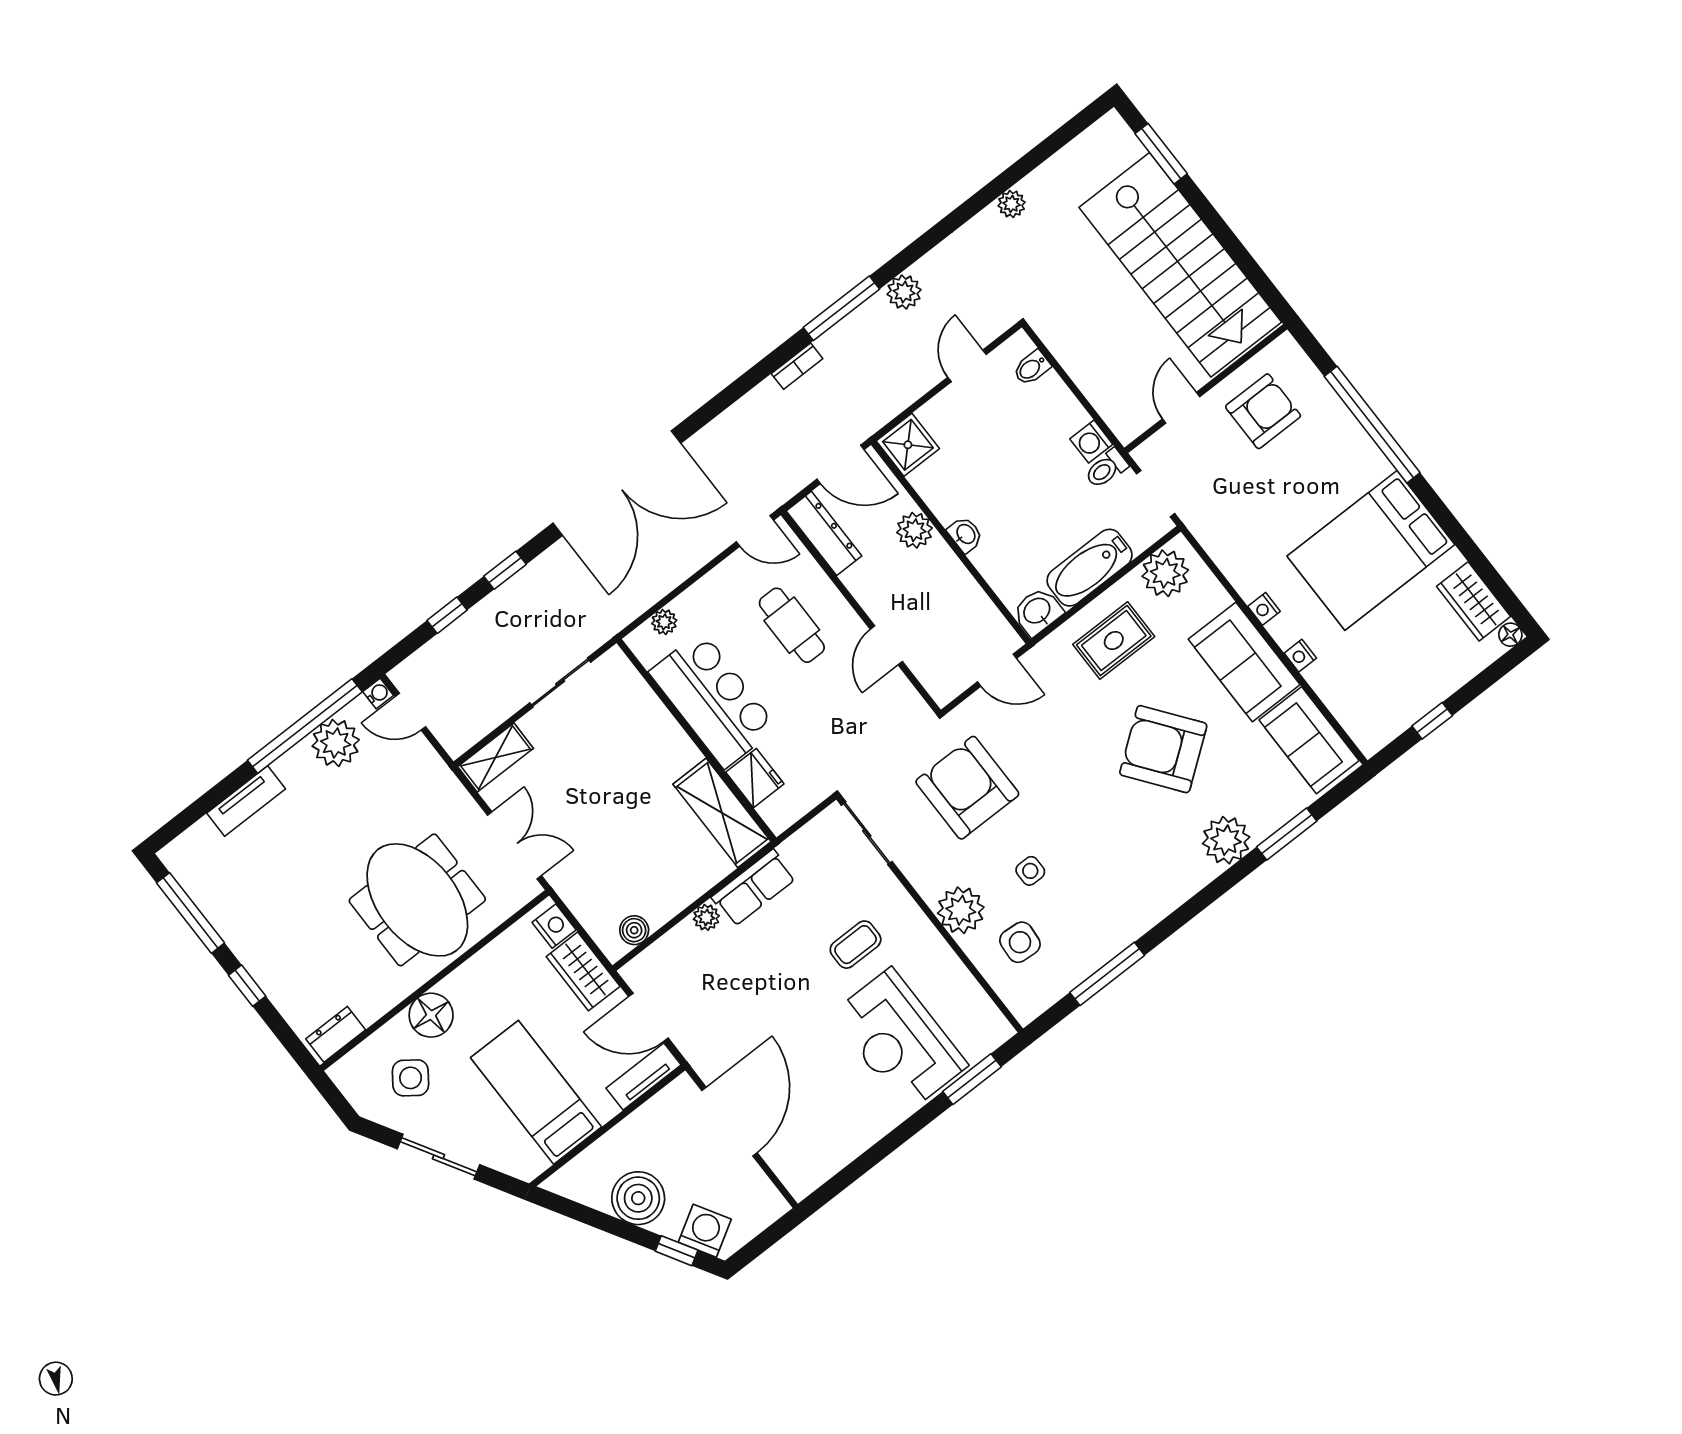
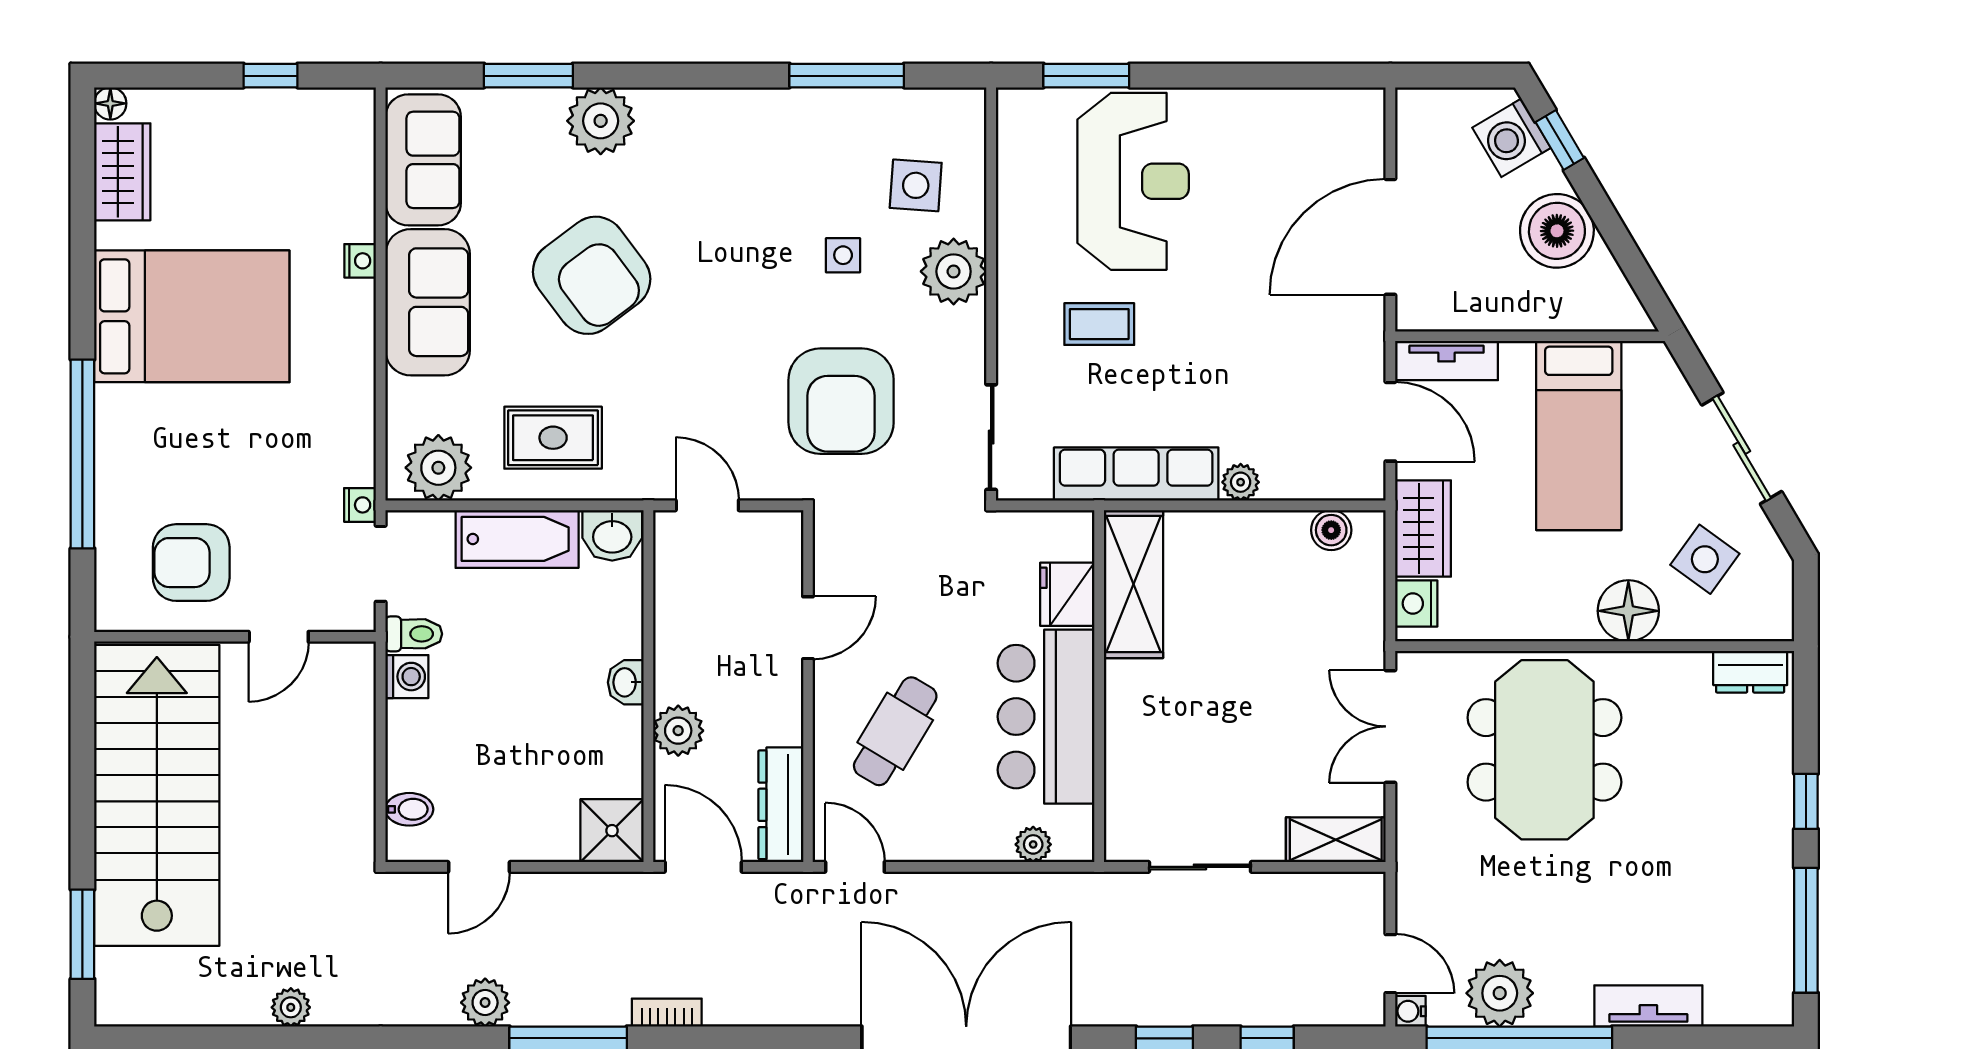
nightstand: (1264, 609) -> (360, 505), moved
cafe table: (792, 625) -> (895, 731), turned 31
row of seats: (754, 888) -> (1136, 474), width x1.48

